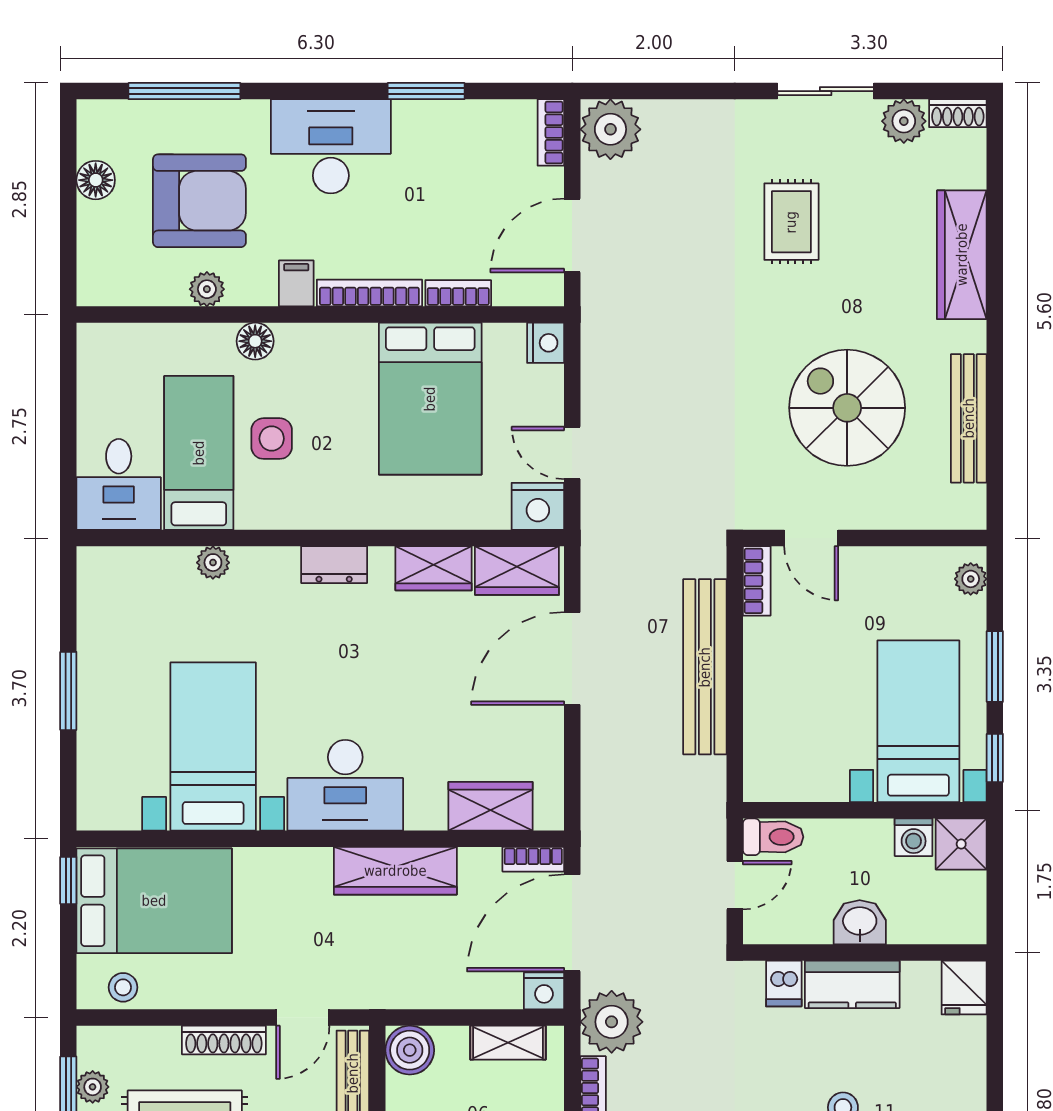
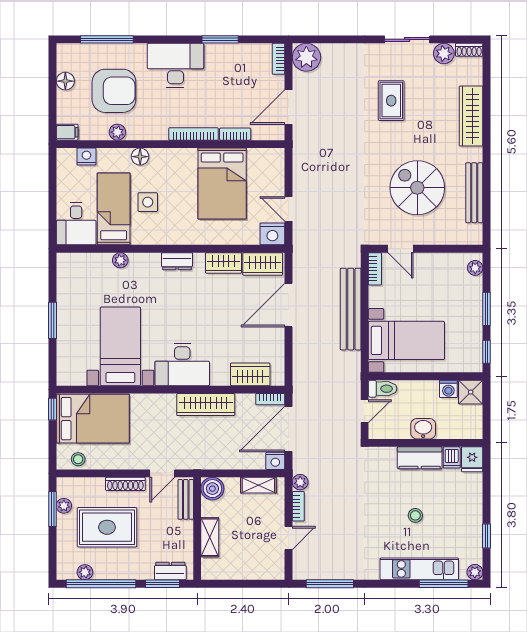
filing cabinet: (296, 283) -> (67, 132), moved, turned 90
nightstand: (546, 343) -> (86, 157), moved, turned -90
bed with nightstands: (918, 721) -> (406, 340), moved, turned 90
dishwasher: (784, 984) -> (452, 457), moved
plant: (612, 1022) -> (300, 482), width x0.53, depth x0.53

